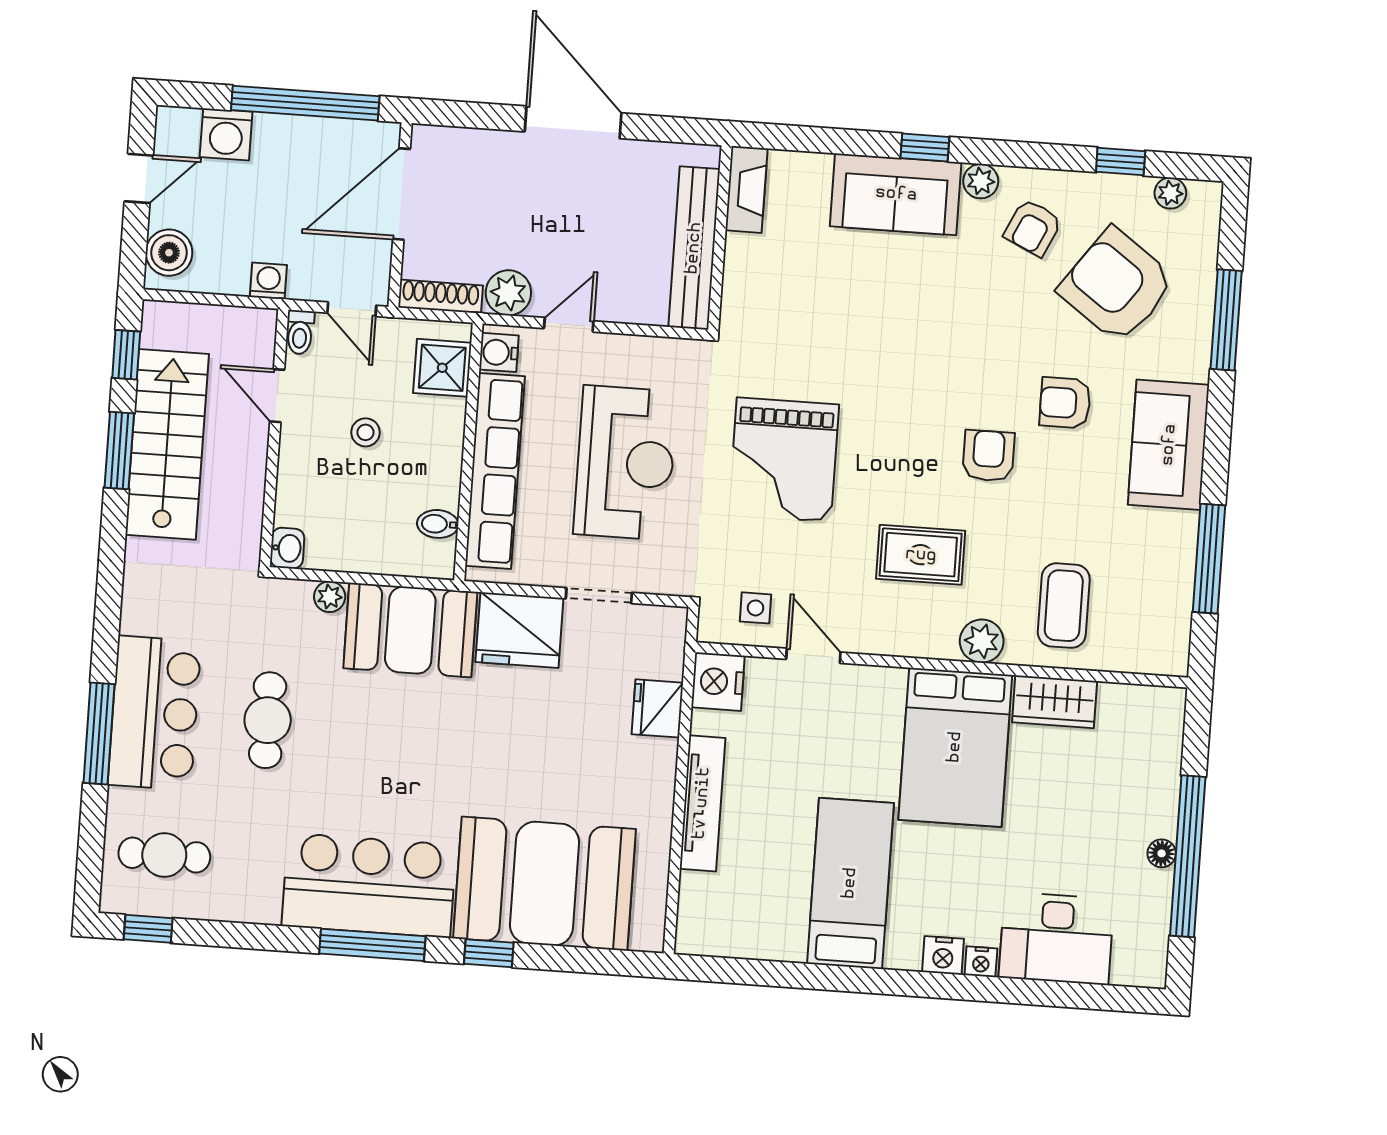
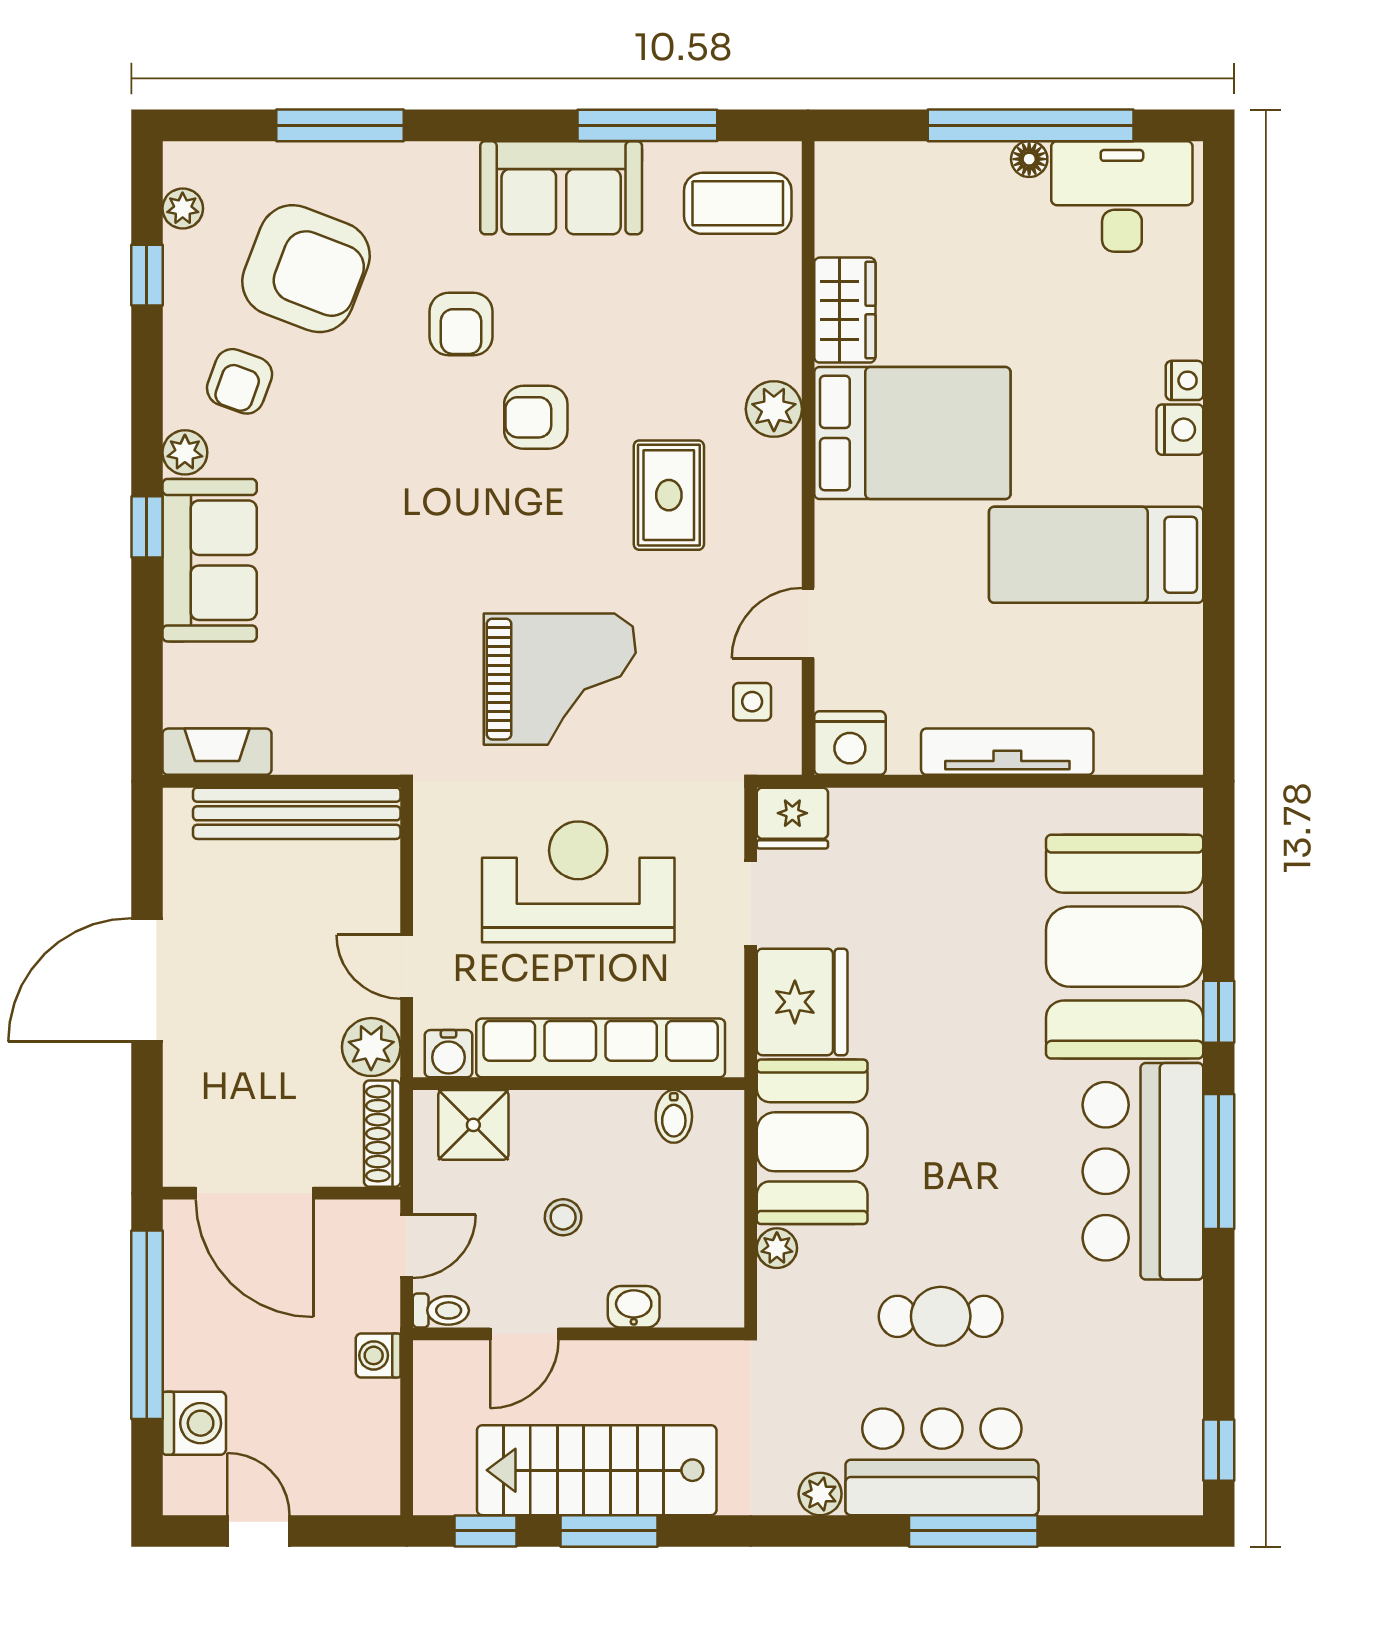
armchair: (1033, 228) -> (240, 381), turned 85
boiler: (169, 253) -> (351, 1485), removed
armchair: (1117, 285) -> (306, 269), turned -105
sofa: (1169, 445) -> (561, 188), moved
washbasin: (287, 548) -> (634, 1307), moved
coffee table: (1064, 606) -> (738, 203), moved
plant: (136, 617) -> (820, 1494), added
fridge: (657, 708) -> (792, 818), moved
cafe table: (164, 855) -> (1123, 1436), removed
desk: (1056, 938) -> (1122, 196), moved, turned -90

